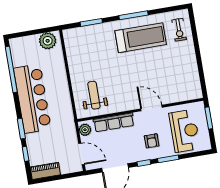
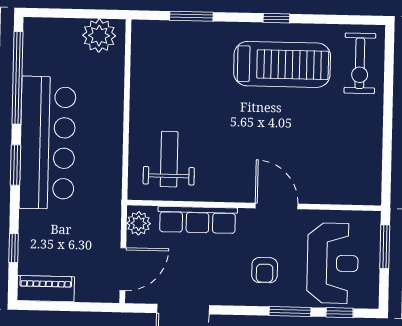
window: (133, 15) -> (276, 18), width x0.46
exercise bike: (179, 30) -> (360, 63), width x1.38, depth x1.39
window: (21, 129) -> (15, 165), moved
door: (82, 154) -> (123, 269), hinge flipped
window: (144, 163) -> (340, 313), moved

